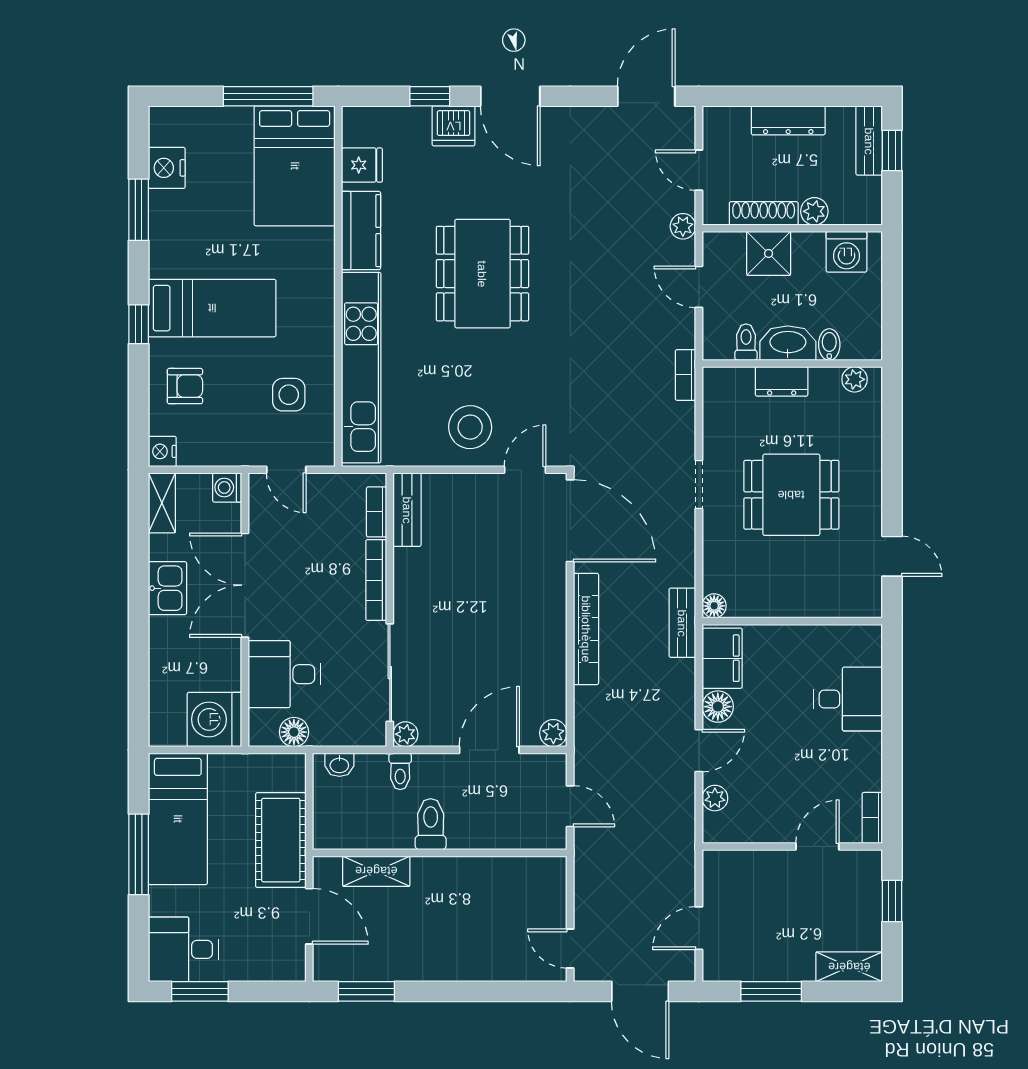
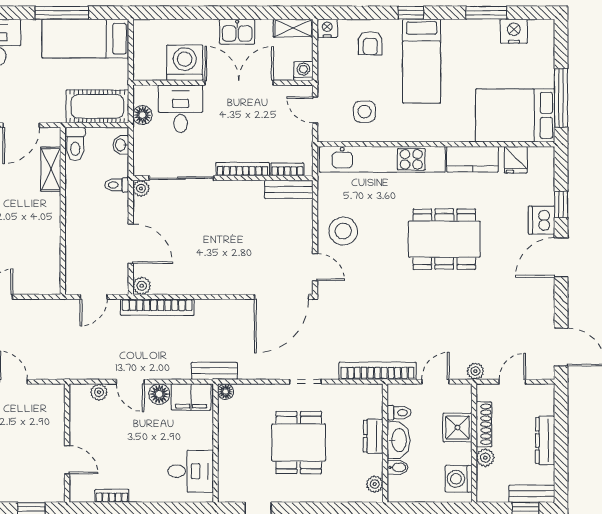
bookcase: (686, 375) -> (378, 371), width x2.31, depth x1.31
door: (286, 470) -> (315, 110), hinge flipped
bookcase: (586, 629) -> (157, 307), moved
desk: (848, 699) -> (191, 471), moved, turned -90
washing machine: (214, 719) -> (185, 63), moved
bookcase: (872, 818) -> (112, 496), moved
toilet: (431, 824) -> (75, 144), moved, turned 90
cot: (281, 840) -> (97, 106), moved

